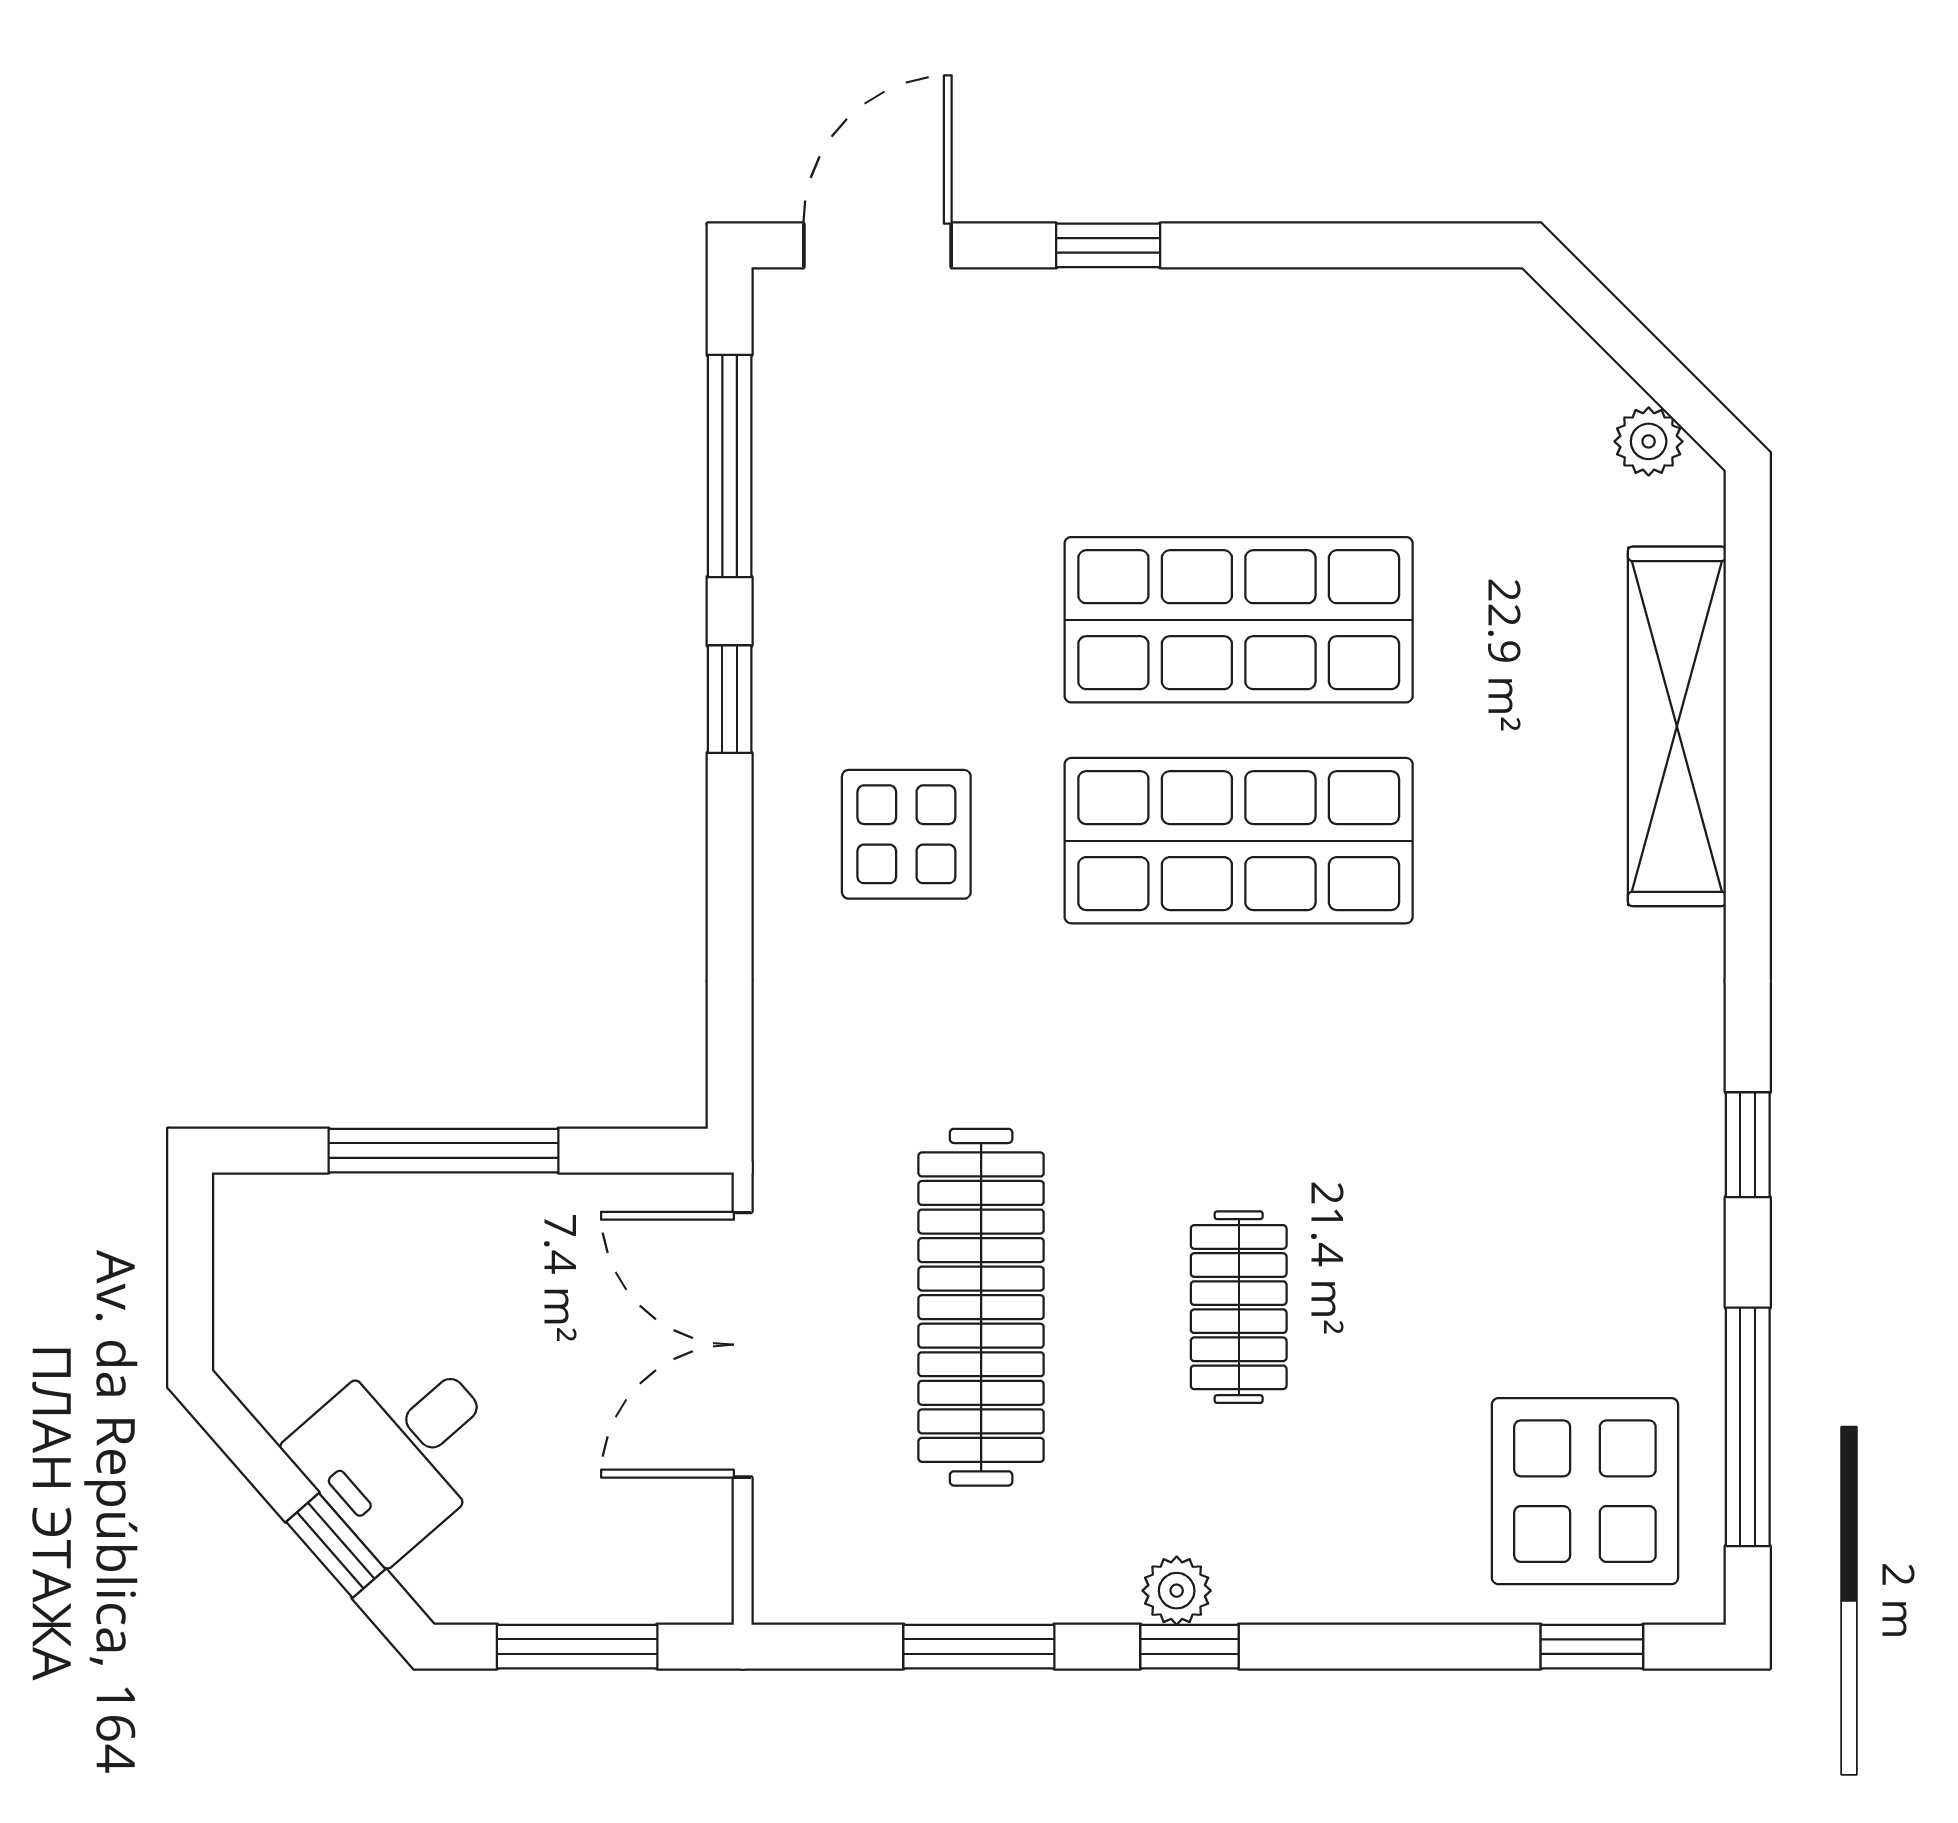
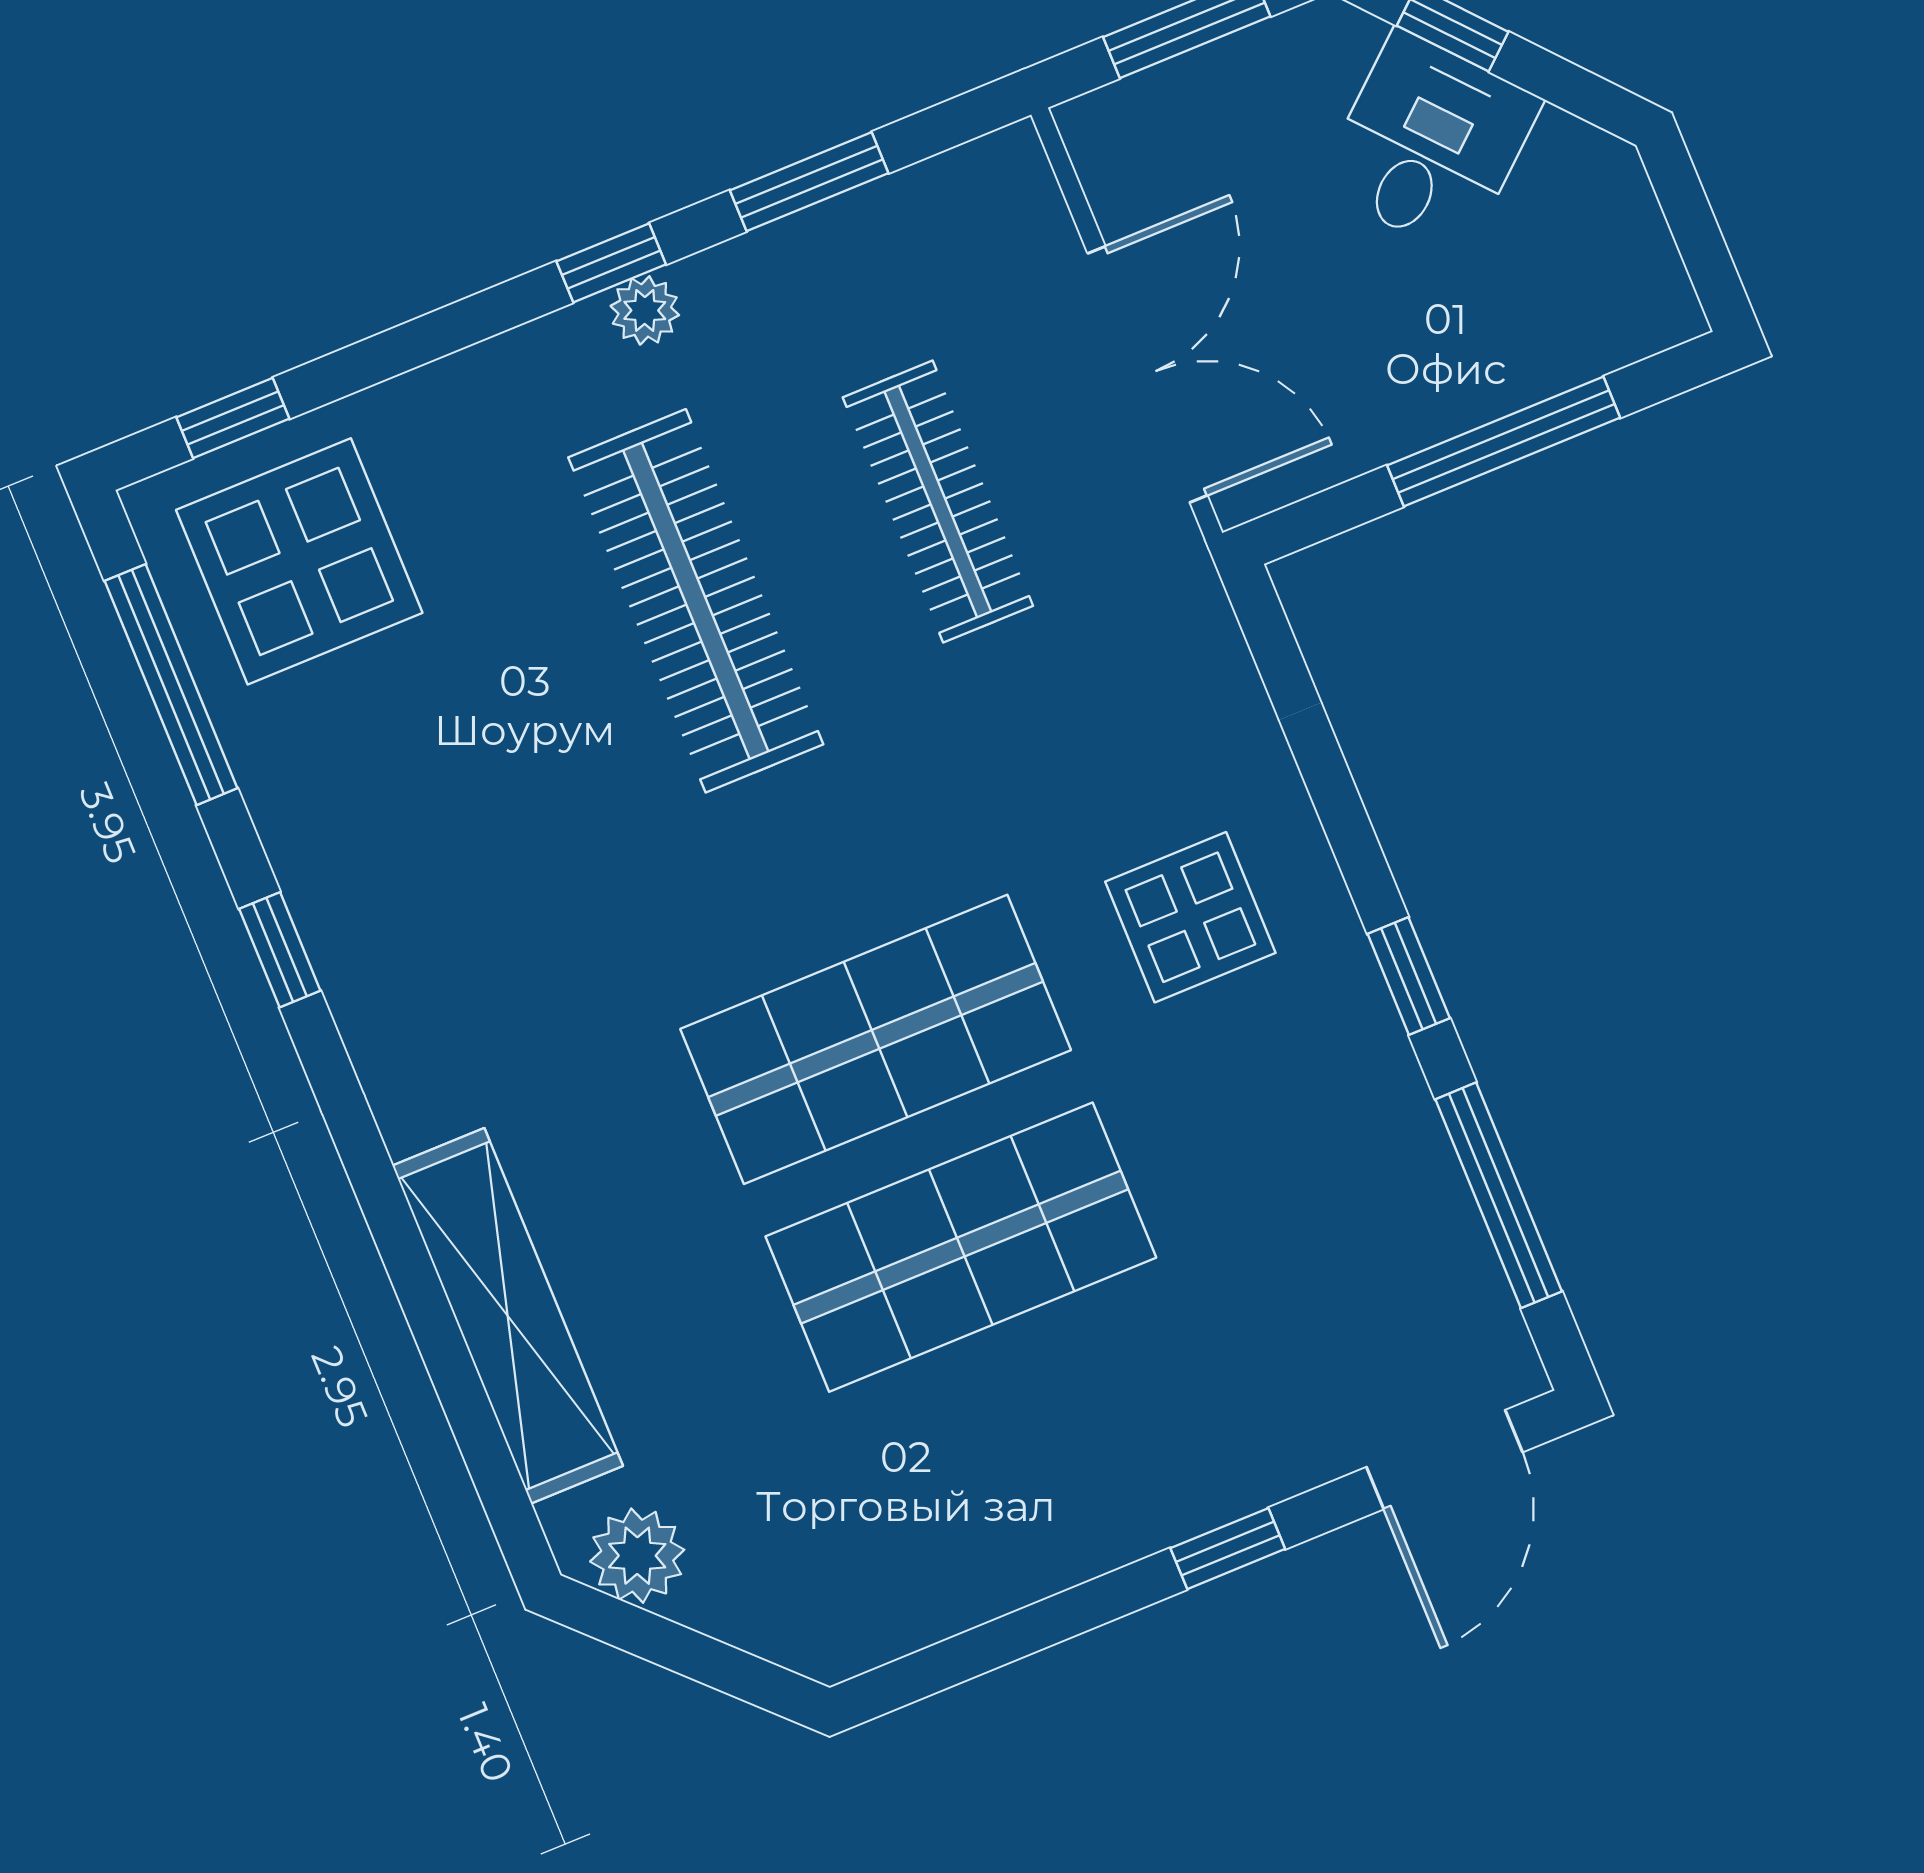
plant: (1649, 441) -> (637, 1556), width x1.38, depth x1.38
clothes rail: (981, 1307) -> (938, 502), width x0.73, depth x0.76
clothes rail: (1239, 1307) -> (696, 601), width x1.86, depth x1.31

